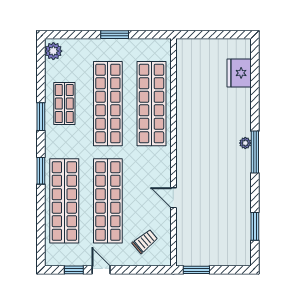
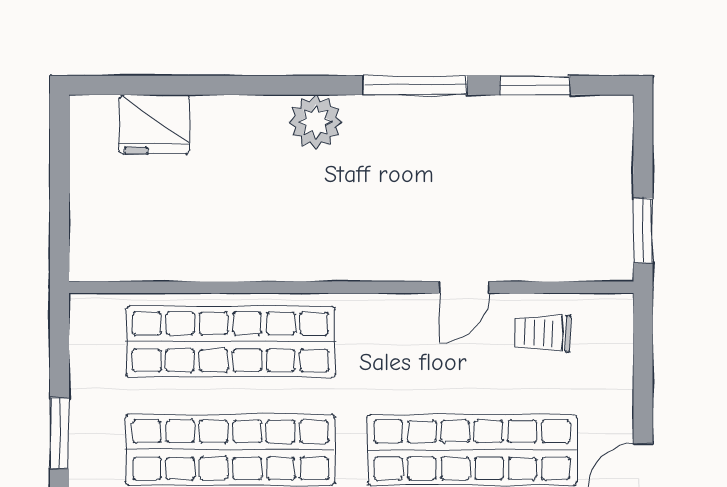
plant: (245, 143) -> (316, 122), width x1.88, depth x1.88
window: (255, 152) -> (415, 85), moved
trolley: (145, 241) -> (543, 333), moved, turned -48

